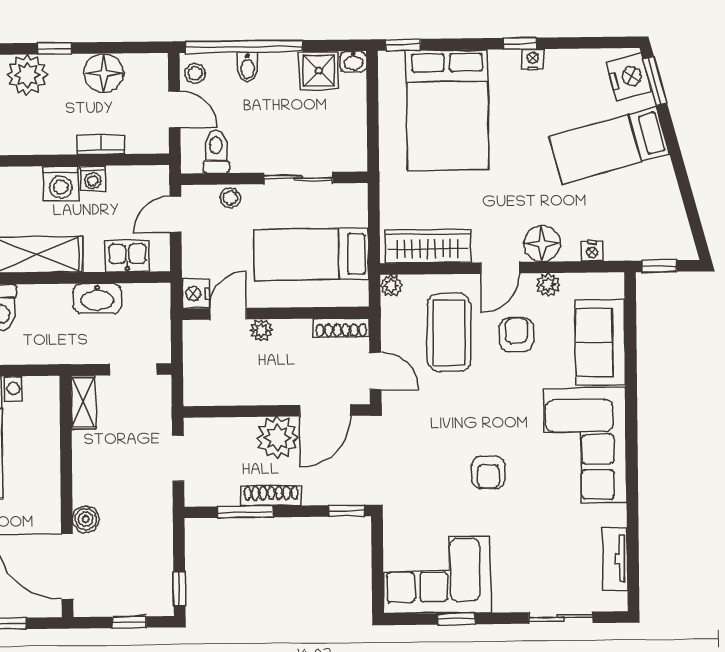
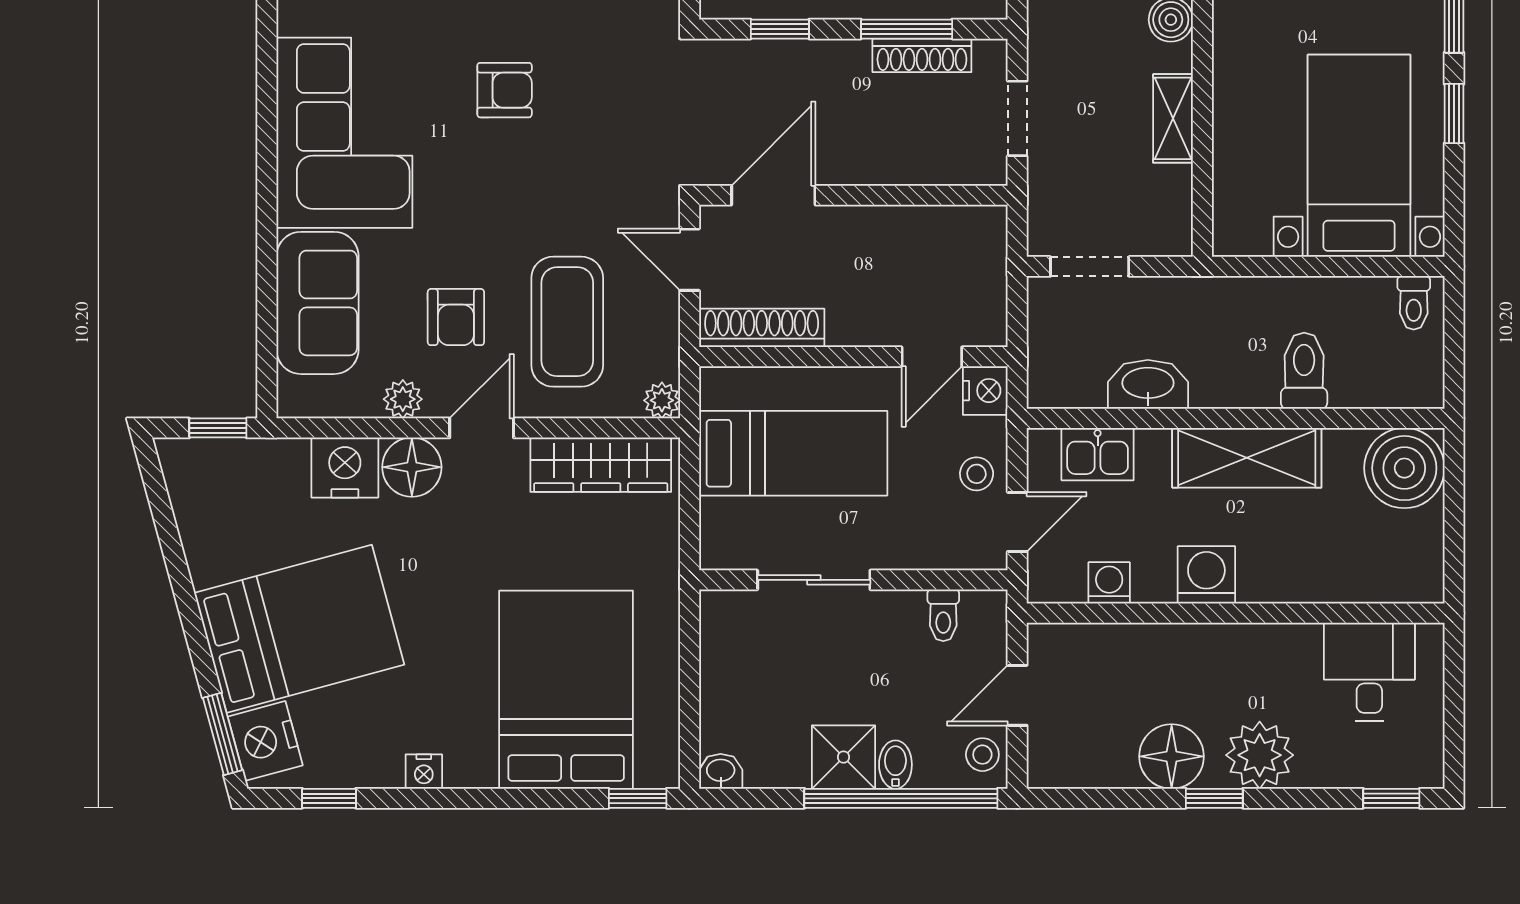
window: (520, 44) -> (329, 798), moved
shower: (319, 71) -> (843, 757), moved
floor lamp: (104, 73) -> (1172, 756), moved
door: (174, 109) -> (1017, 695), hinge flipped
bookcase: (101, 145) -> (1139, 638), removed
bed: (609, 145) -> (299, 629), width x1.50
toilet: (216, 151) -> (943, 615), width x0.73, depth x0.72
washing machine: (93, 178) -> (1109, 583), moved
stool: (230, 198) -> (977, 474), moved
nightstand: (592, 251) -> (345, 467), width x1.89, depth x1.79
shoe rack: (341, 328) -> (762, 328), width x1.36, depth x1.24
plant: (261, 330) -> (877, 329), removed
shelving: (83, 402) -> (1173, 118), moved
plant: (277, 438) -> (853, 151), removed
armchair: (488, 472) -> (505, 90), turned 90
shoe rack: (271, 496) -> (922, 55), moved
window: (347, 511) -> (780, 29), moved

